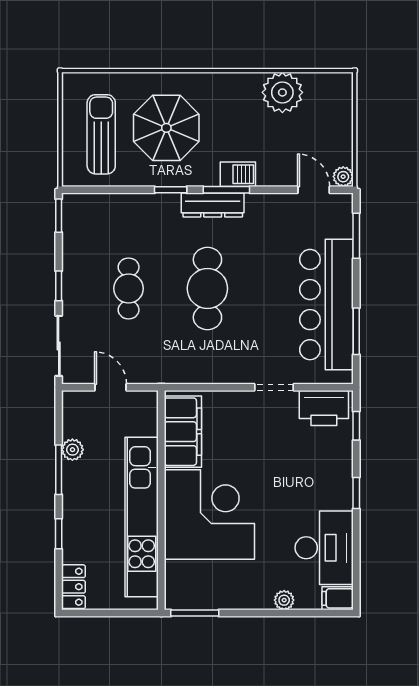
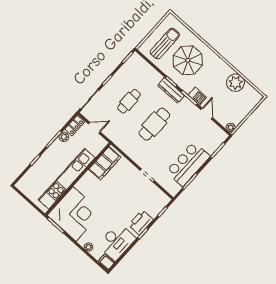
door: (314, 190) -> (207, 114), moved
dresser: (213, 205) -> (171, 90), moved
bar counter: (327, 305) -> (188, 164), width x0.73
door: (111, 387) -> (94, 128), hinge flipped
printer: (324, 408) -> (141, 222), moved, turned 90
corner desk: (209, 515) -> (75, 214), moved
locker: (73, 587) -> (75, 126), moved

